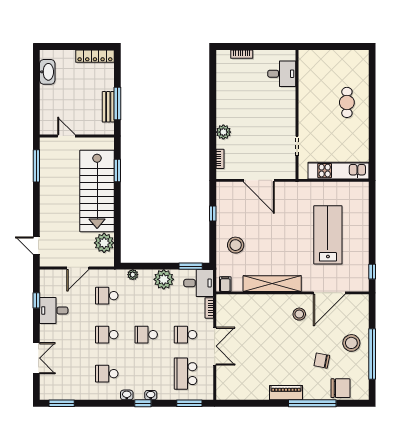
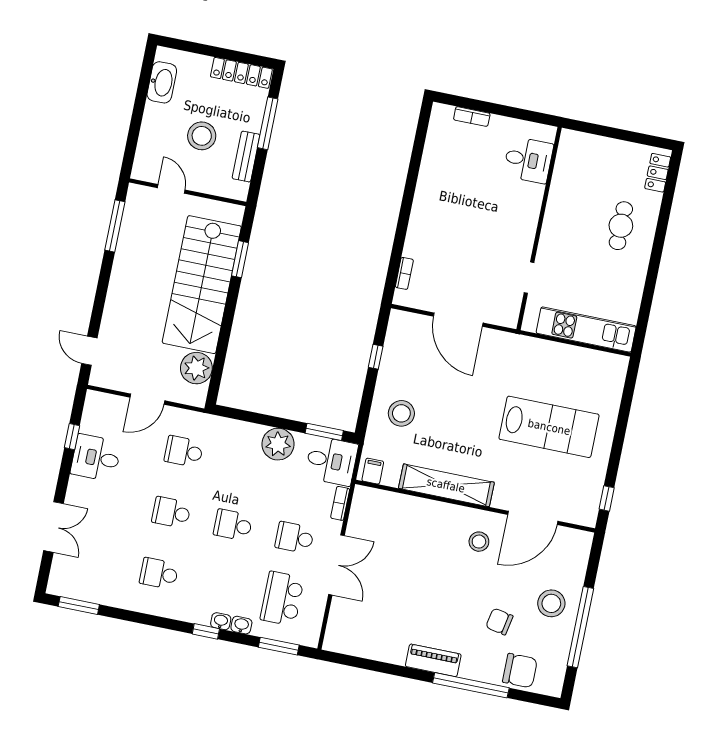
locker: (363, 65) -> (658, 173), added
stool: (78, 100) -> (202, 136), added
window: (117, 103) -> (268, 123), moved
plant: (223, 132) -> (418, 233), removed
lab bench: (328, 235) -> (549, 427), turned 90
plant: (133, 275) -> (231, 427), removed
washbasin: (127, 395) -> (241, 625), moved

